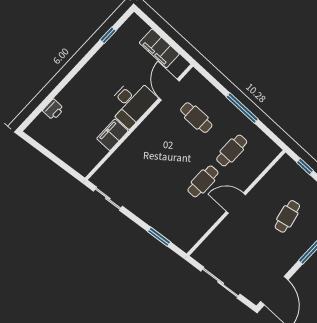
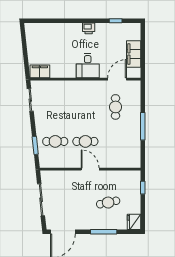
desk: (131, 103) -> (88, 66), width x0.73
printer: (53, 110) -> (89, 28), moved
filing cabinet: (112, 135) -> (40, 71), moved
cafe table: (232, 150) -> (55, 141), moved

